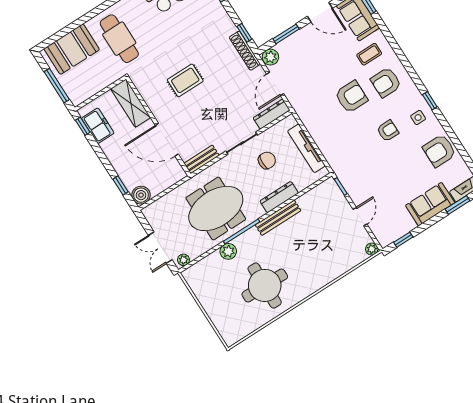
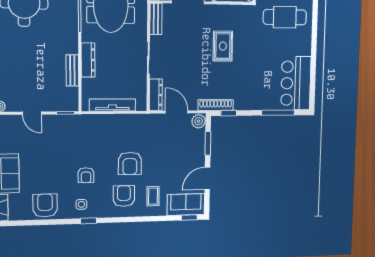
chair: (267, 160) -> (123, 69), removed
bench: (278, 218) -> (72, 70), moved, width x0.73

